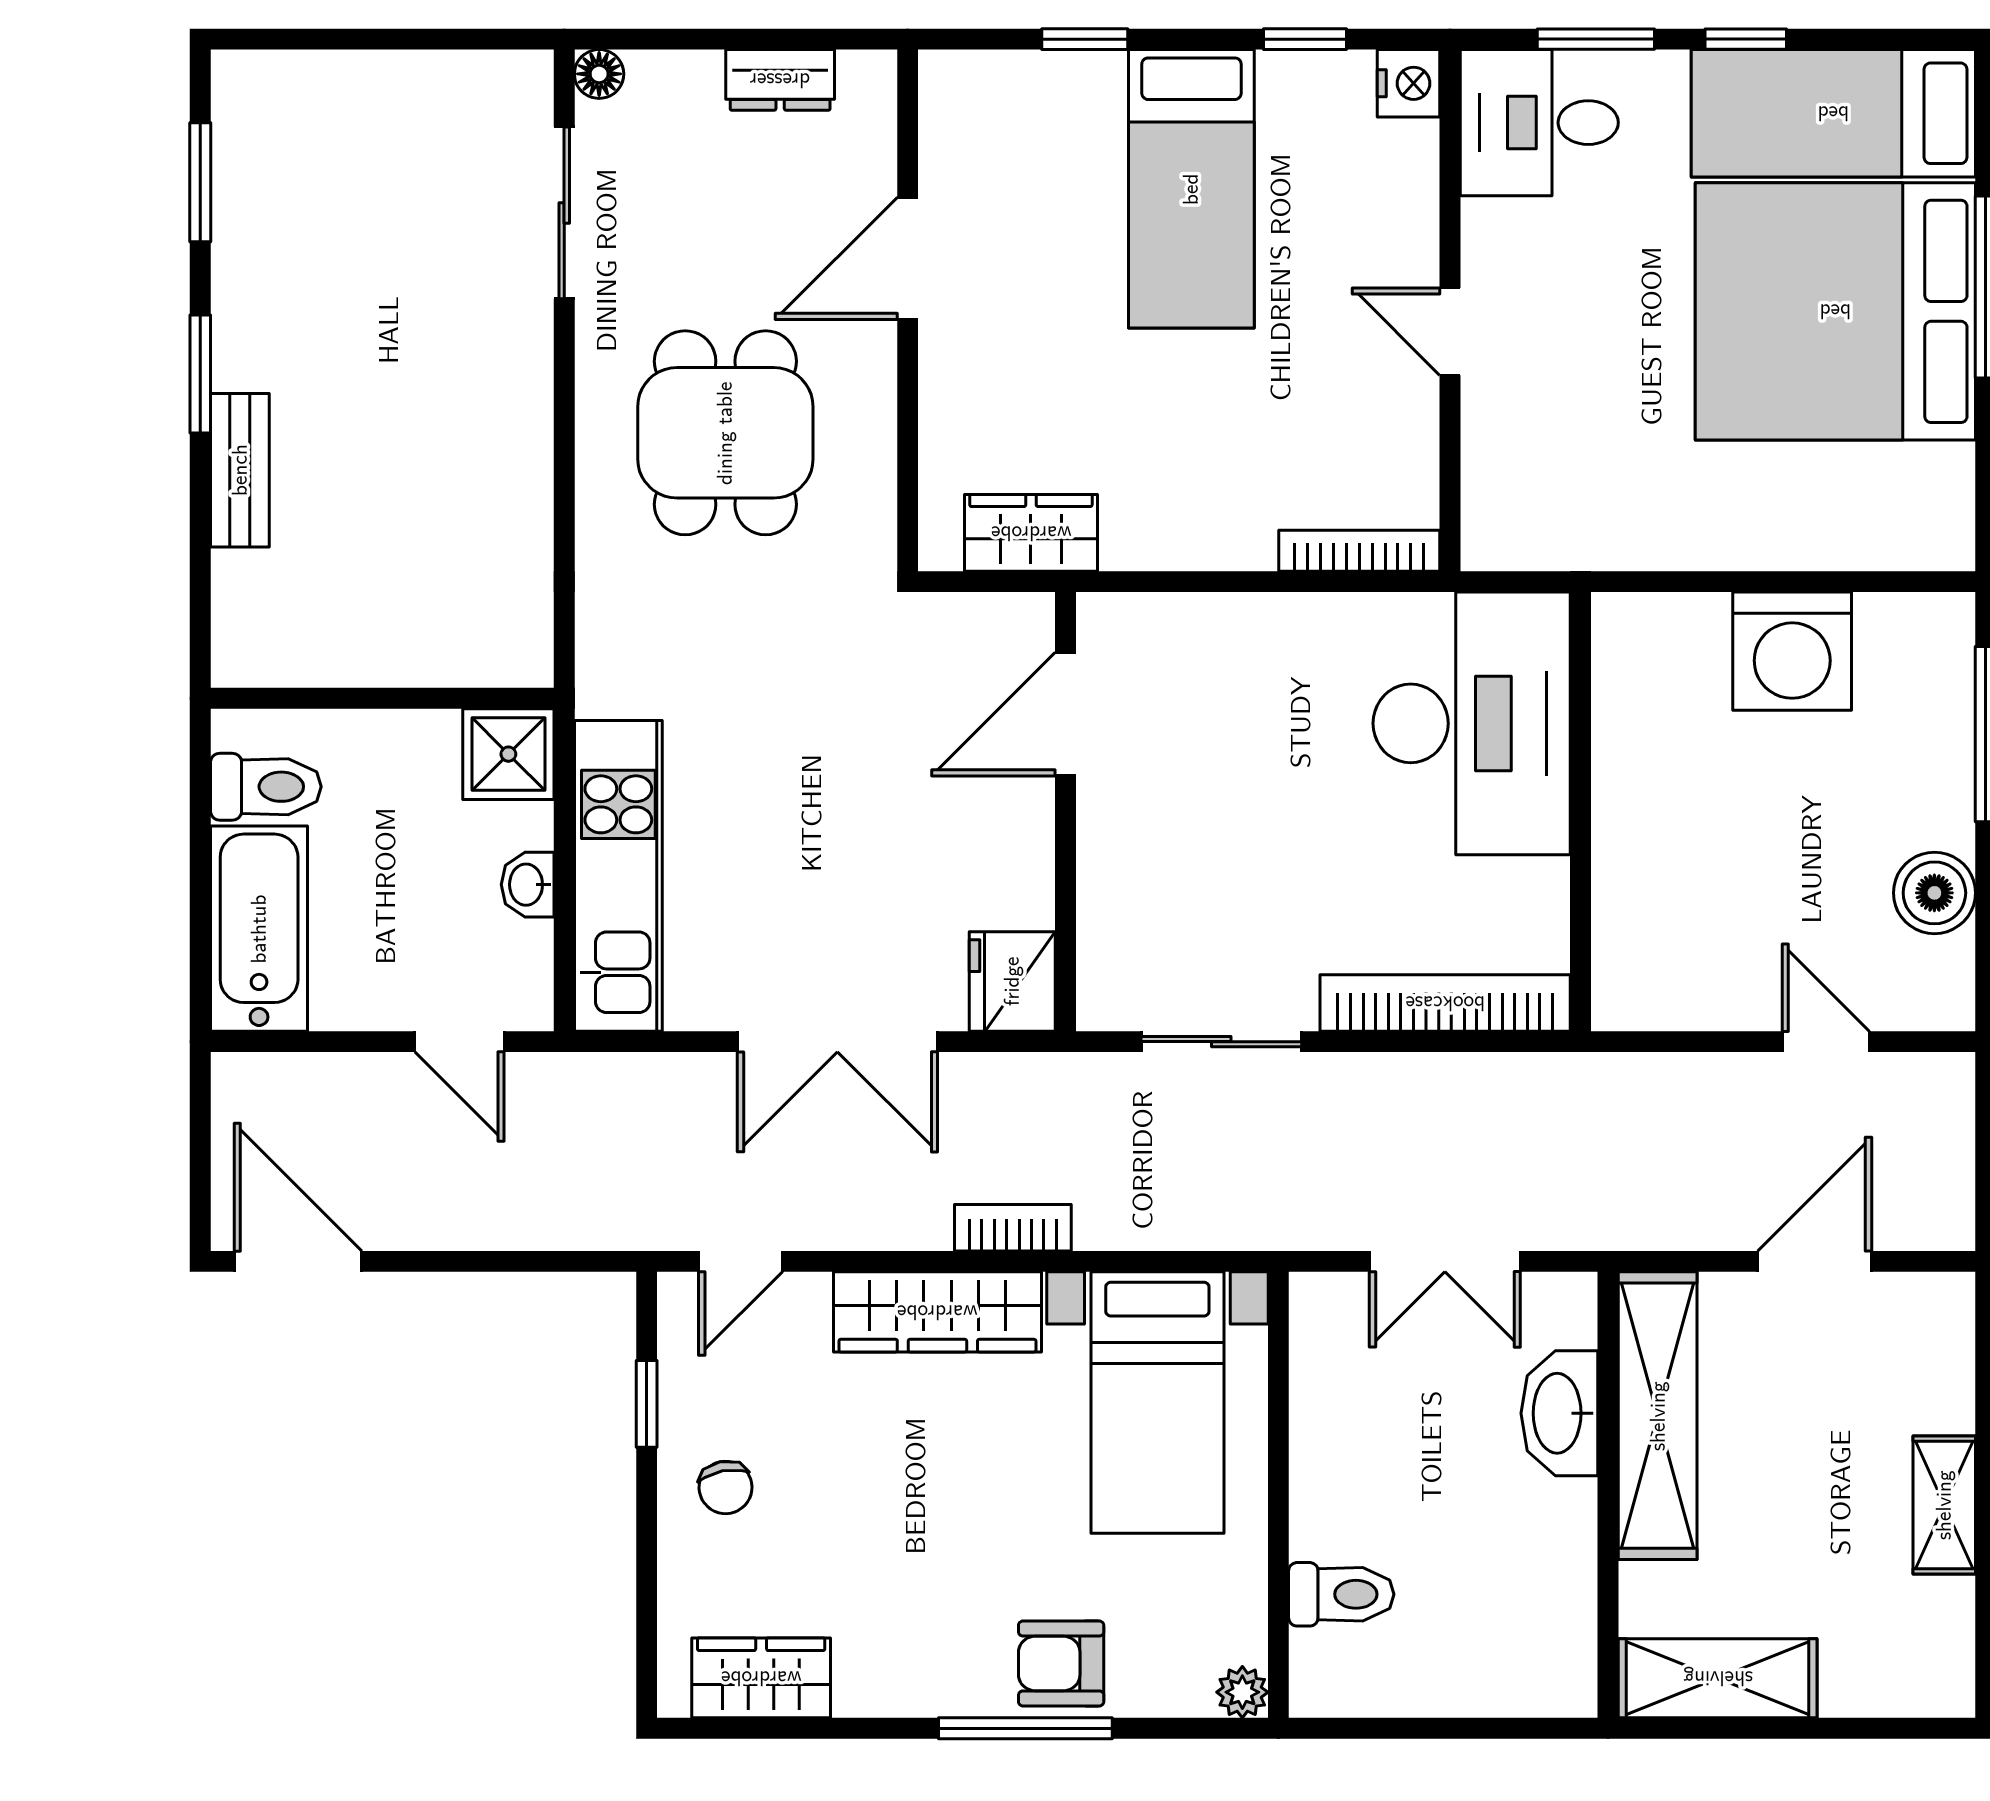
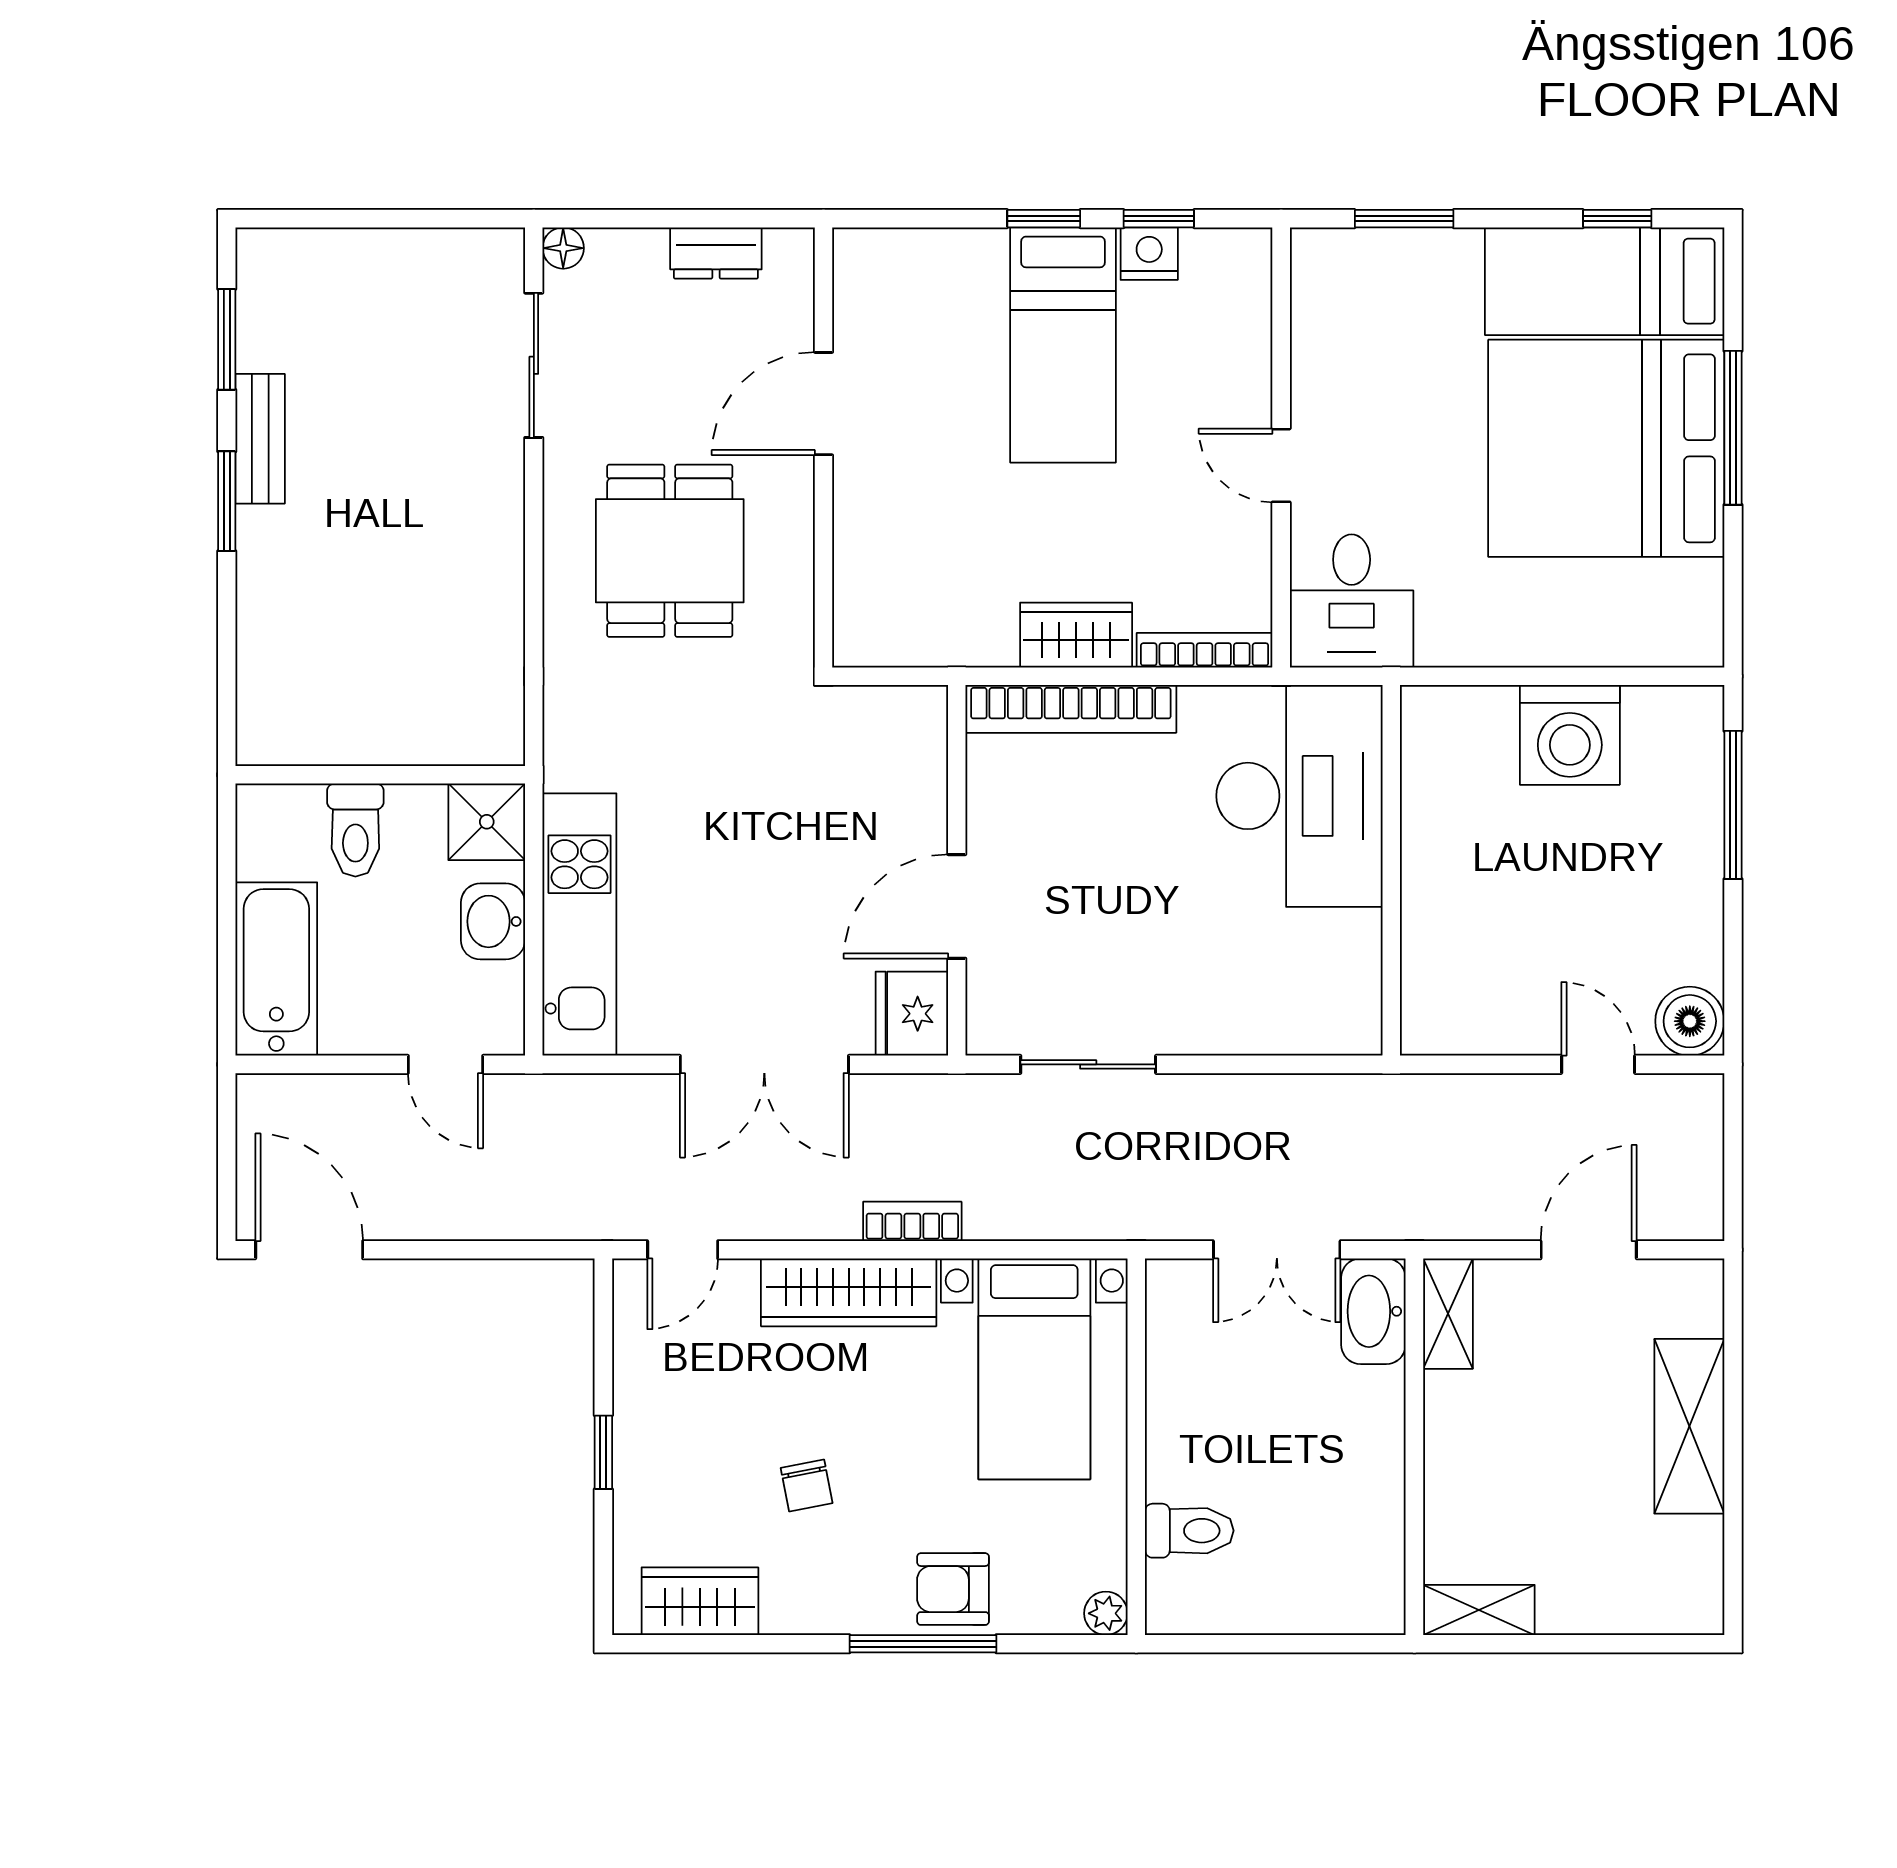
window: (1085, 39) -> (1044, 219), moved
window: (1746, 39) -> (1617, 219), moved
nightstand: (1409, 83) -> (1149, 254), moved, turned -90
desk: (1539, 123) -> (1352, 601), moved, turned -90
bench: (240, 470) -> (260, 439), moved
wardrobe: (1031, 533) -> (1076, 635), moved
door: (1065, 714) -> (957, 906), moved
toilet: (266, 787) -> (355, 830), moved, turned 90
washbasin: (528, 885) -> (493, 921), width x1.38, depth x1.45
boiler: (1934, 893) -> (1690, 1021), moved
bookcase: (1445, 1003) -> (1071, 709), moved, turned 180
window: (647, 1404) -> (603, 1452), moved
washbasin: (1559, 1413) -> (1373, 1311), moved
shelving: (1658, 1416) -> (1448, 1314), width x0.45, depth x0.75
chair: (726, 1487) -> (807, 1486), moved
shelving: (1944, 1505) -> (1689, 1426), width x1.50, depth x1.33
shelving: (1718, 1678) -> (1479, 1610), width x0.67, depth x0.75

